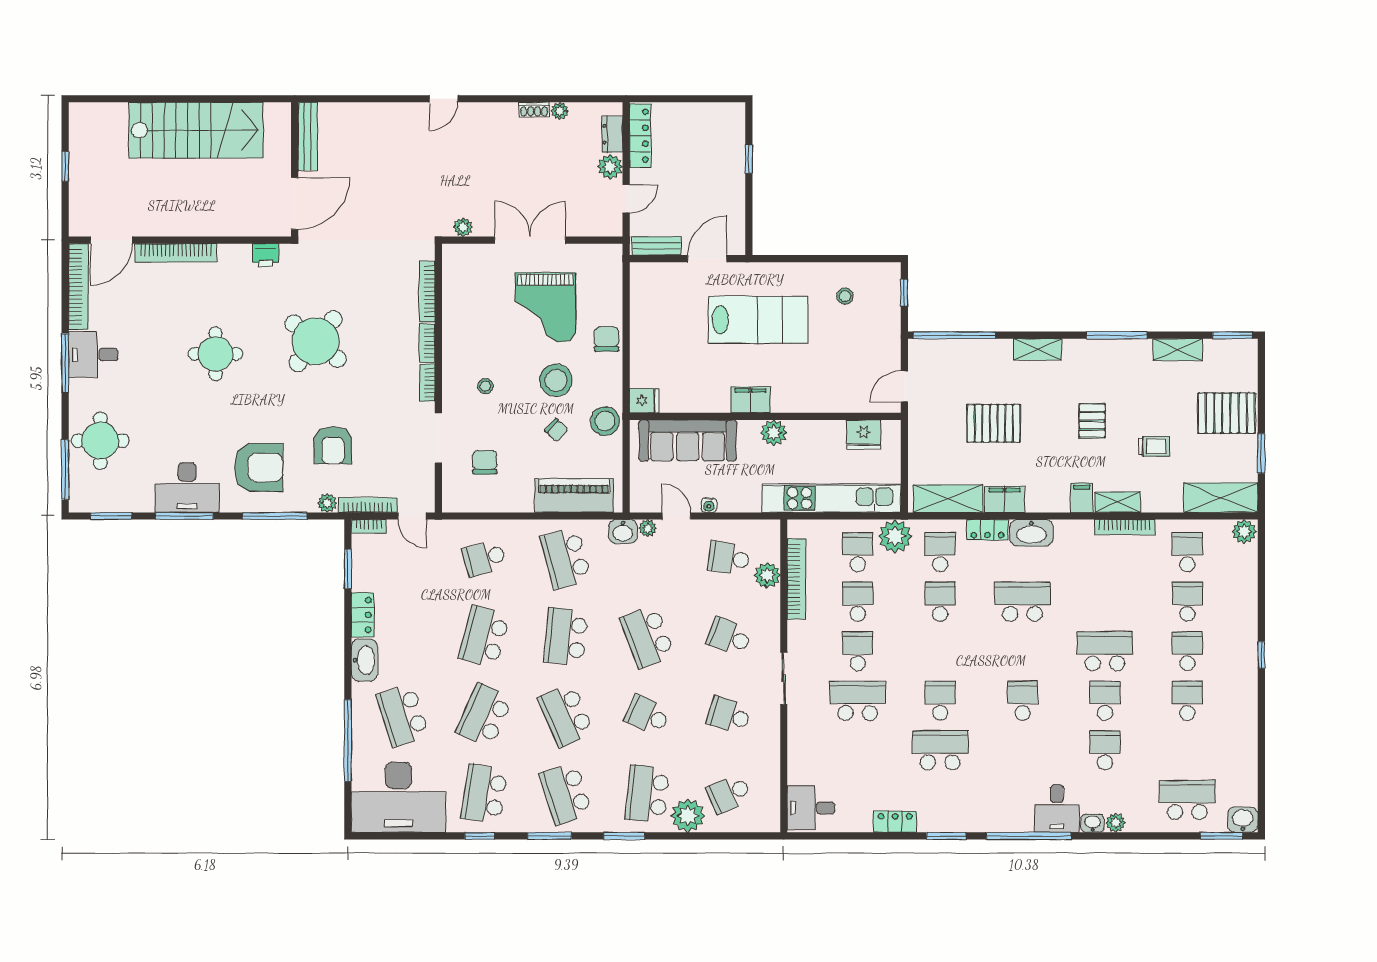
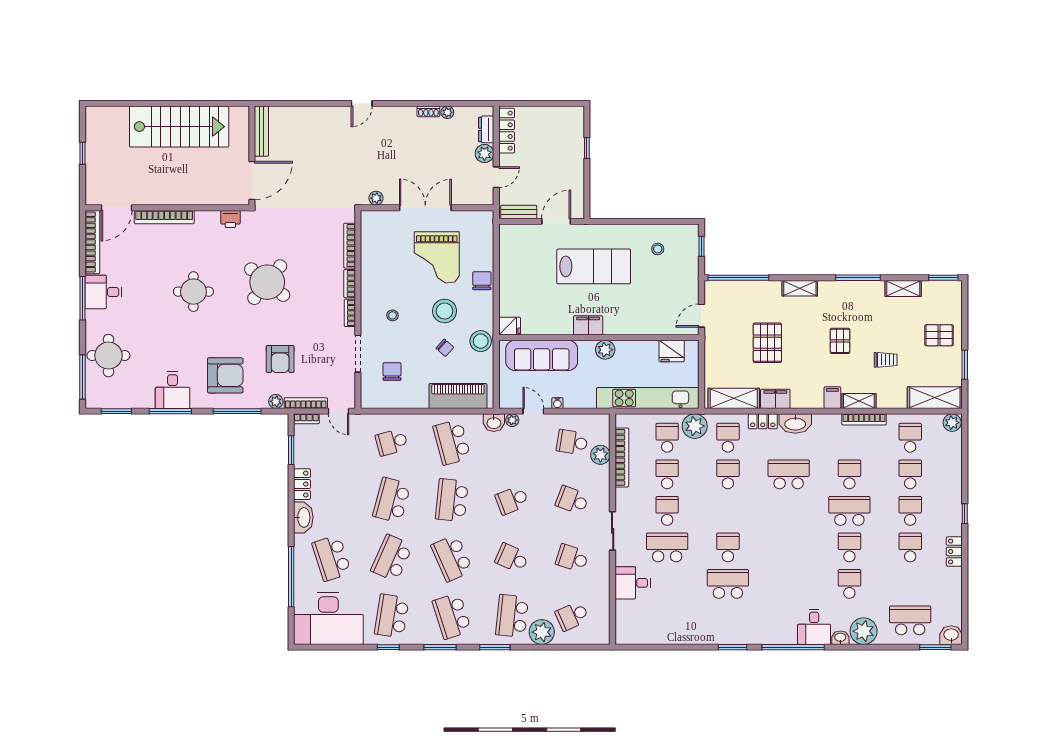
pallet: (1226, 413) -> (939, 335), width x0.67, depth x0.71
pallet: (994, 423) -> (767, 343), turned 90
desk: (187, 487) -> (173, 390), width x0.73
school desk: (647, 637) -> (512, 500), width x0.54
school desk: (1023, 701) -> (849, 474), moved
desk: (811, 808) -> (633, 583), moved
locker: (895, 822) -> (954, 551), moved, turned -90
plant: (1116, 823) -> (864, 631), width x1.88, depth x1.88

